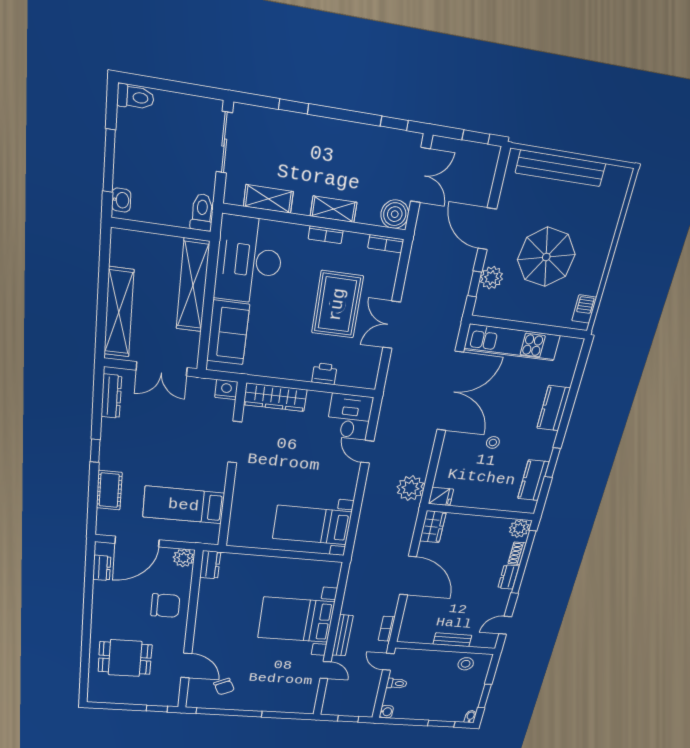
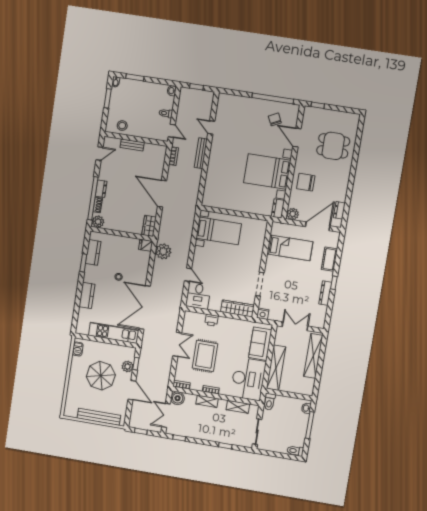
dresser: (111, 396) -> (325, 293), moved
bed with nightstands: (296, 620) -> (267, 172), moved, turned 180

